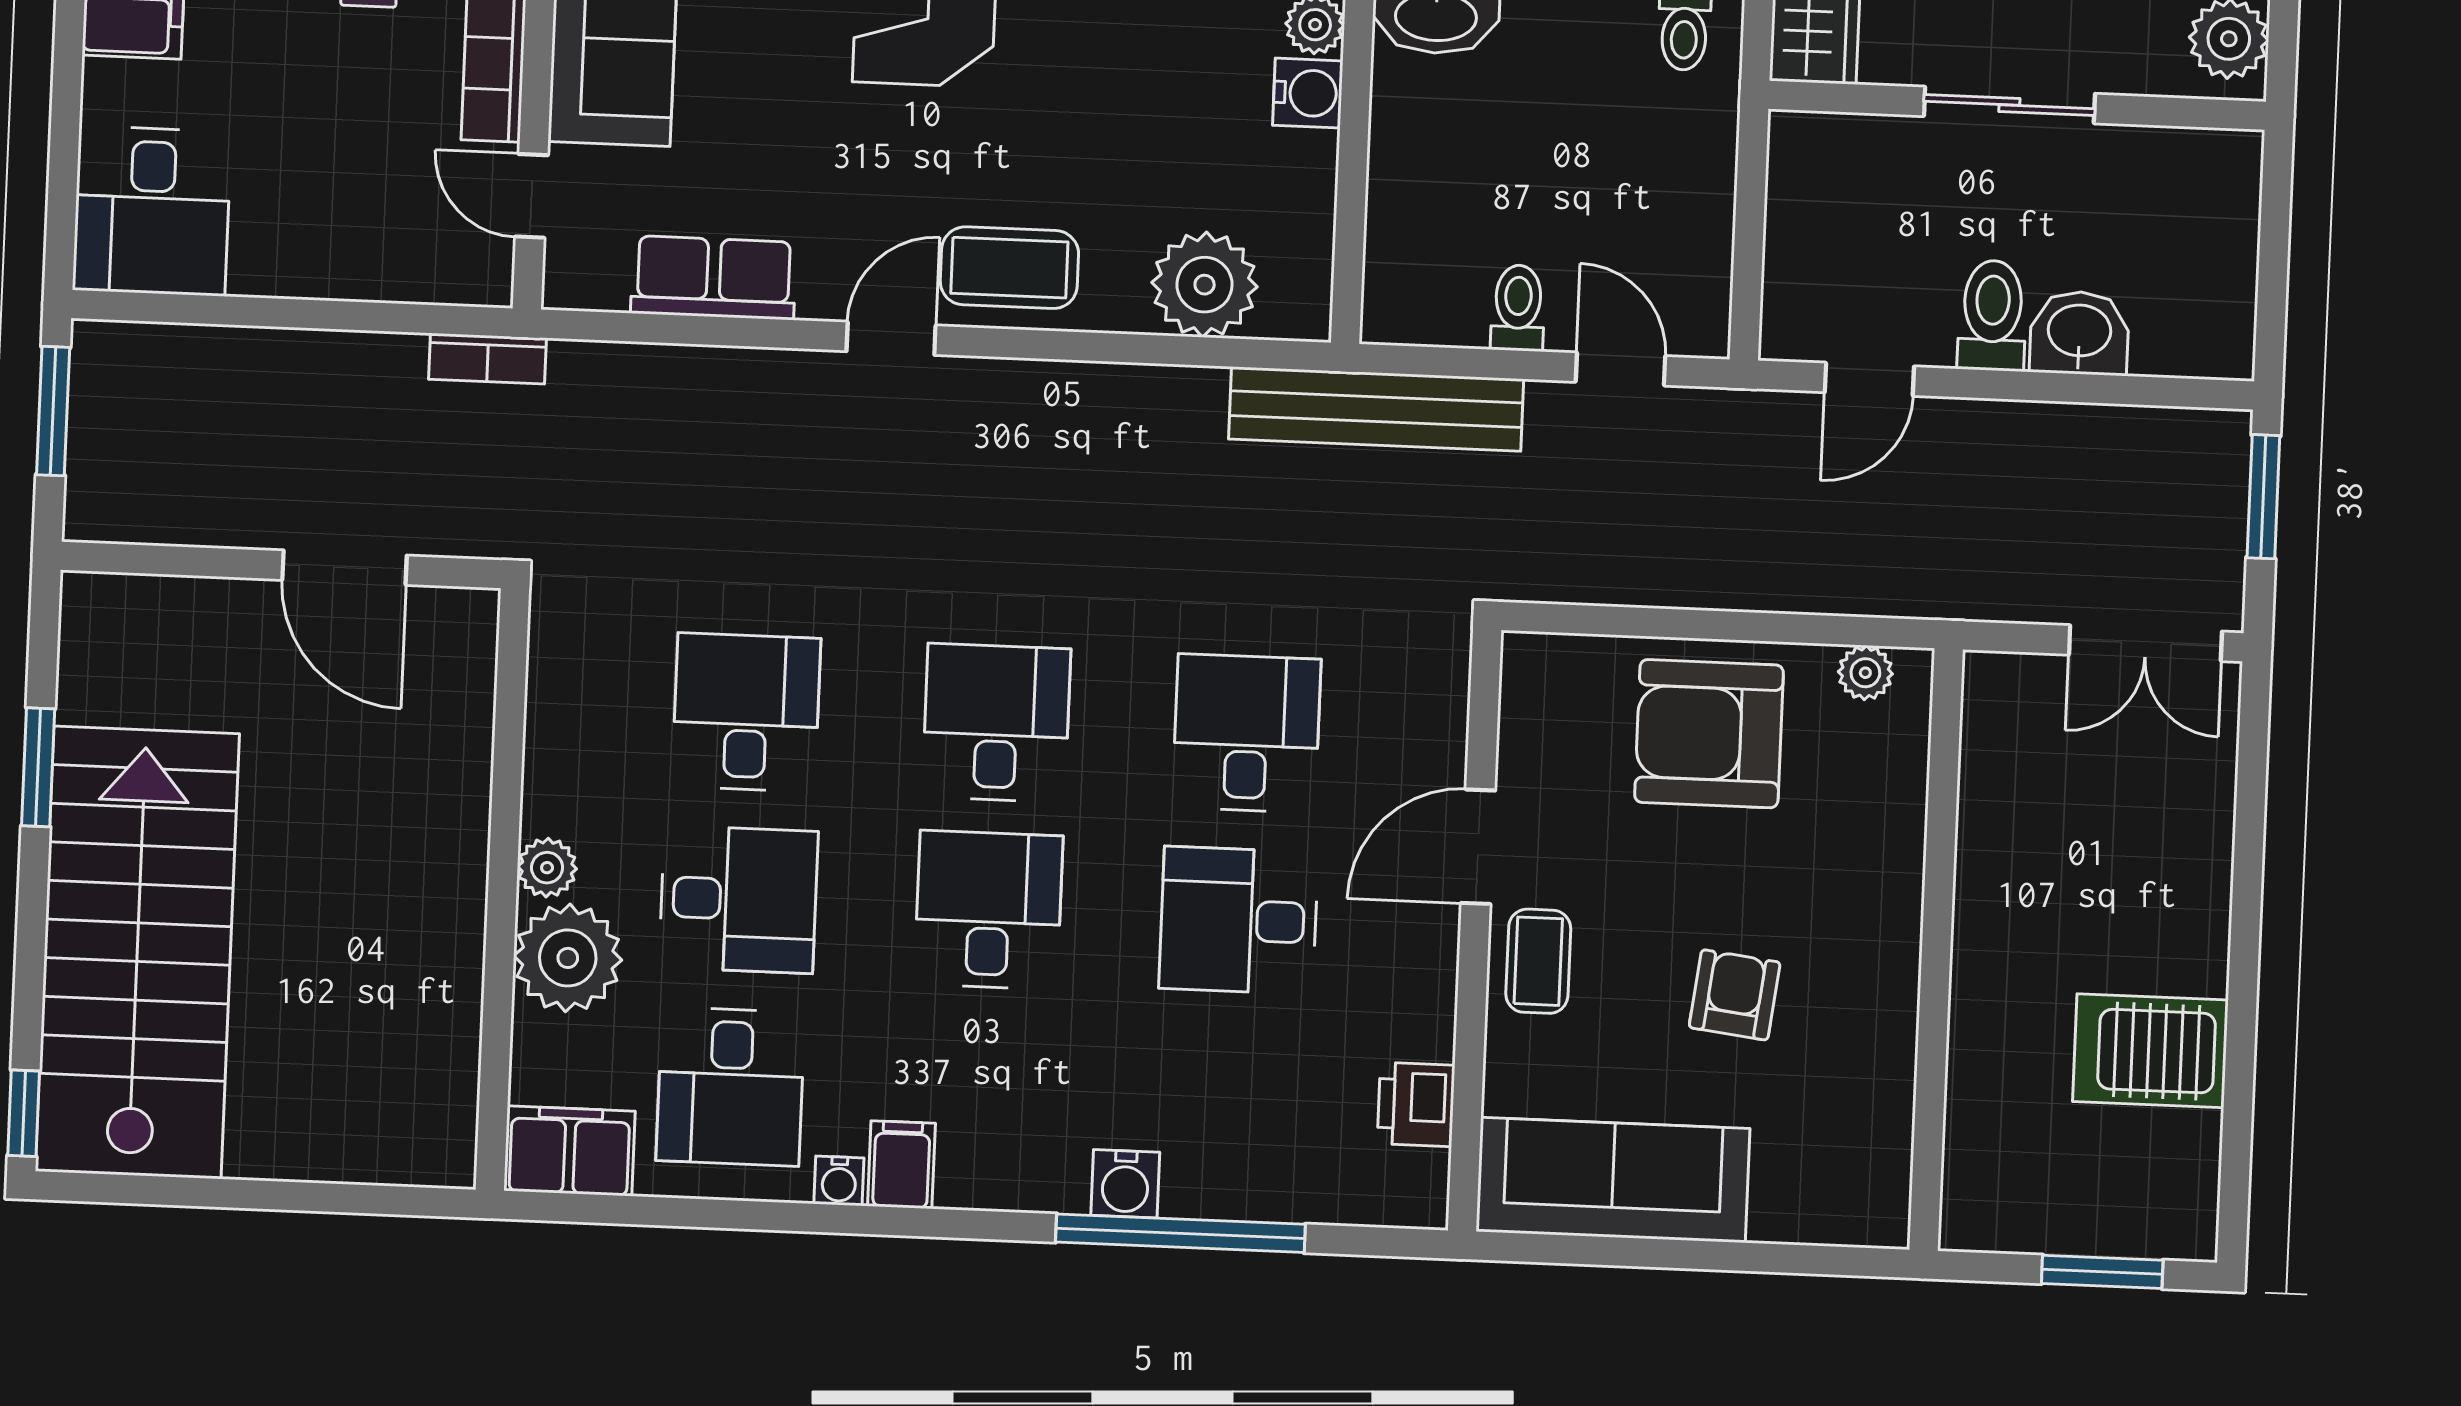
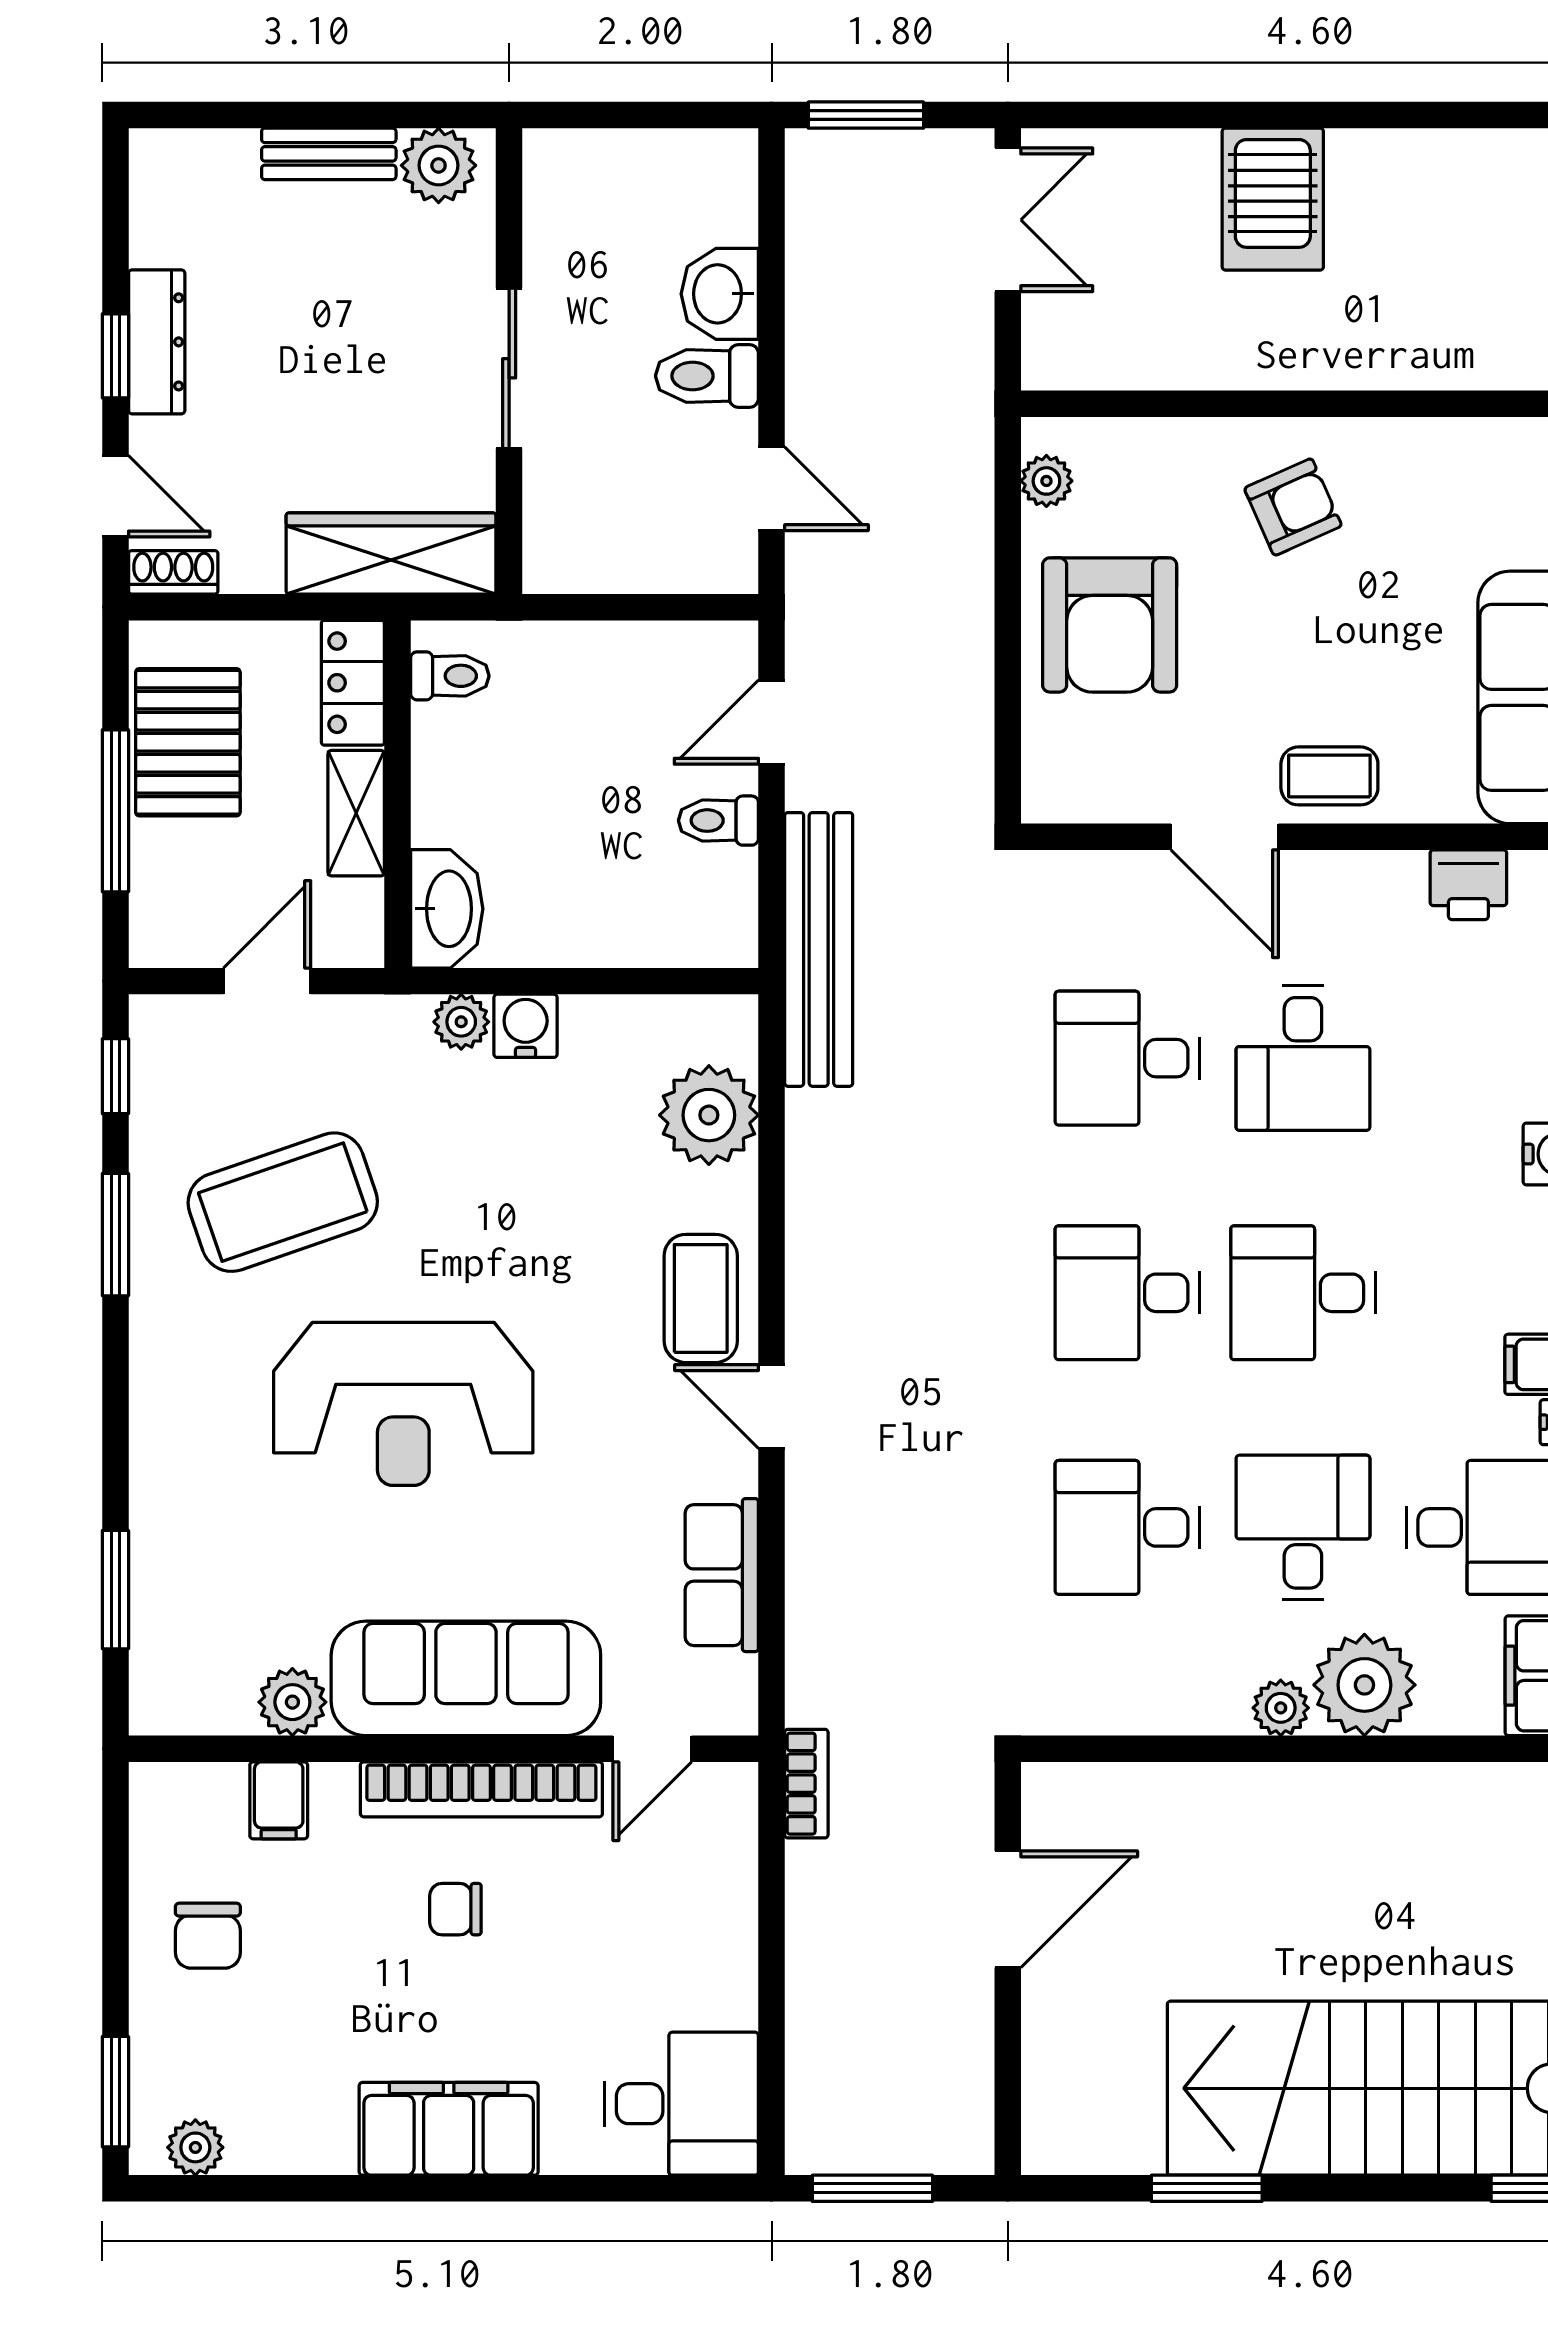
armchair: (1735, 995) -> (1293, 507), moved, turned 149
server rack: (2150, 1051) -> (1273, 199), moved

